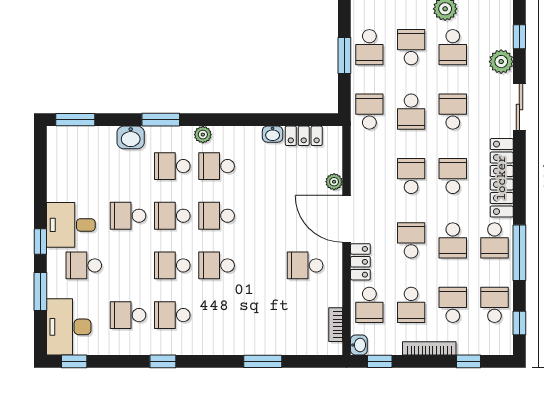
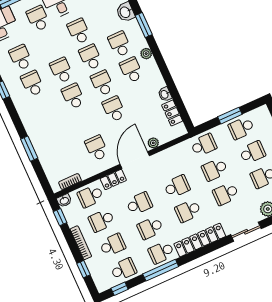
school desk: (453, 112) -> (226, 194), turned 180
school desk: (453, 176) -> (188, 211), turned 180
school desk: (261, 216) -> (114, 109), added

